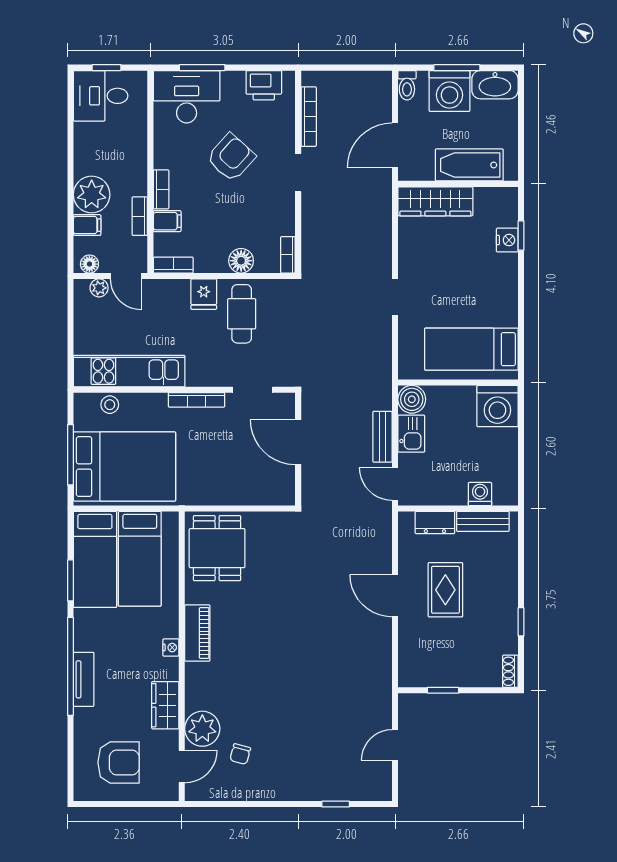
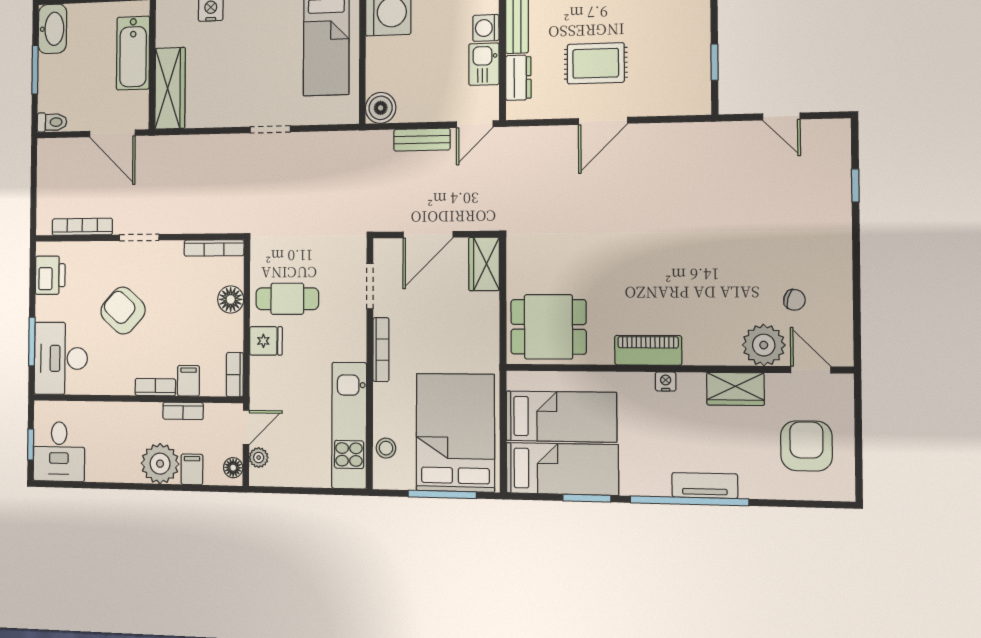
washing machine: (450, 91) -> (58, 77), removed
bookcase: (288, 255) -> (214, 248), width x1.56
kitchen sink: (411, 434) -> (484, 64), moved, turned -90
wardrobe: (272, 492) -> (484, 264), added

